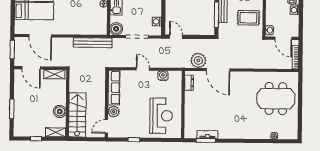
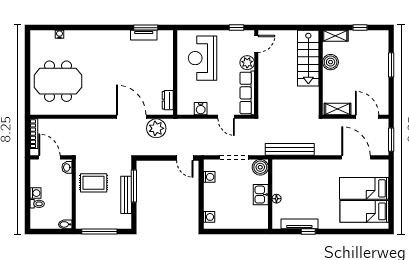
row of seats: (114, 88) -> (247, 93), moved
wall: (107, 104) -> (256, 72), moved
plant: (114, 112) -> (247, 63), moved
door: (106, 126) -> (256, 44), moved

